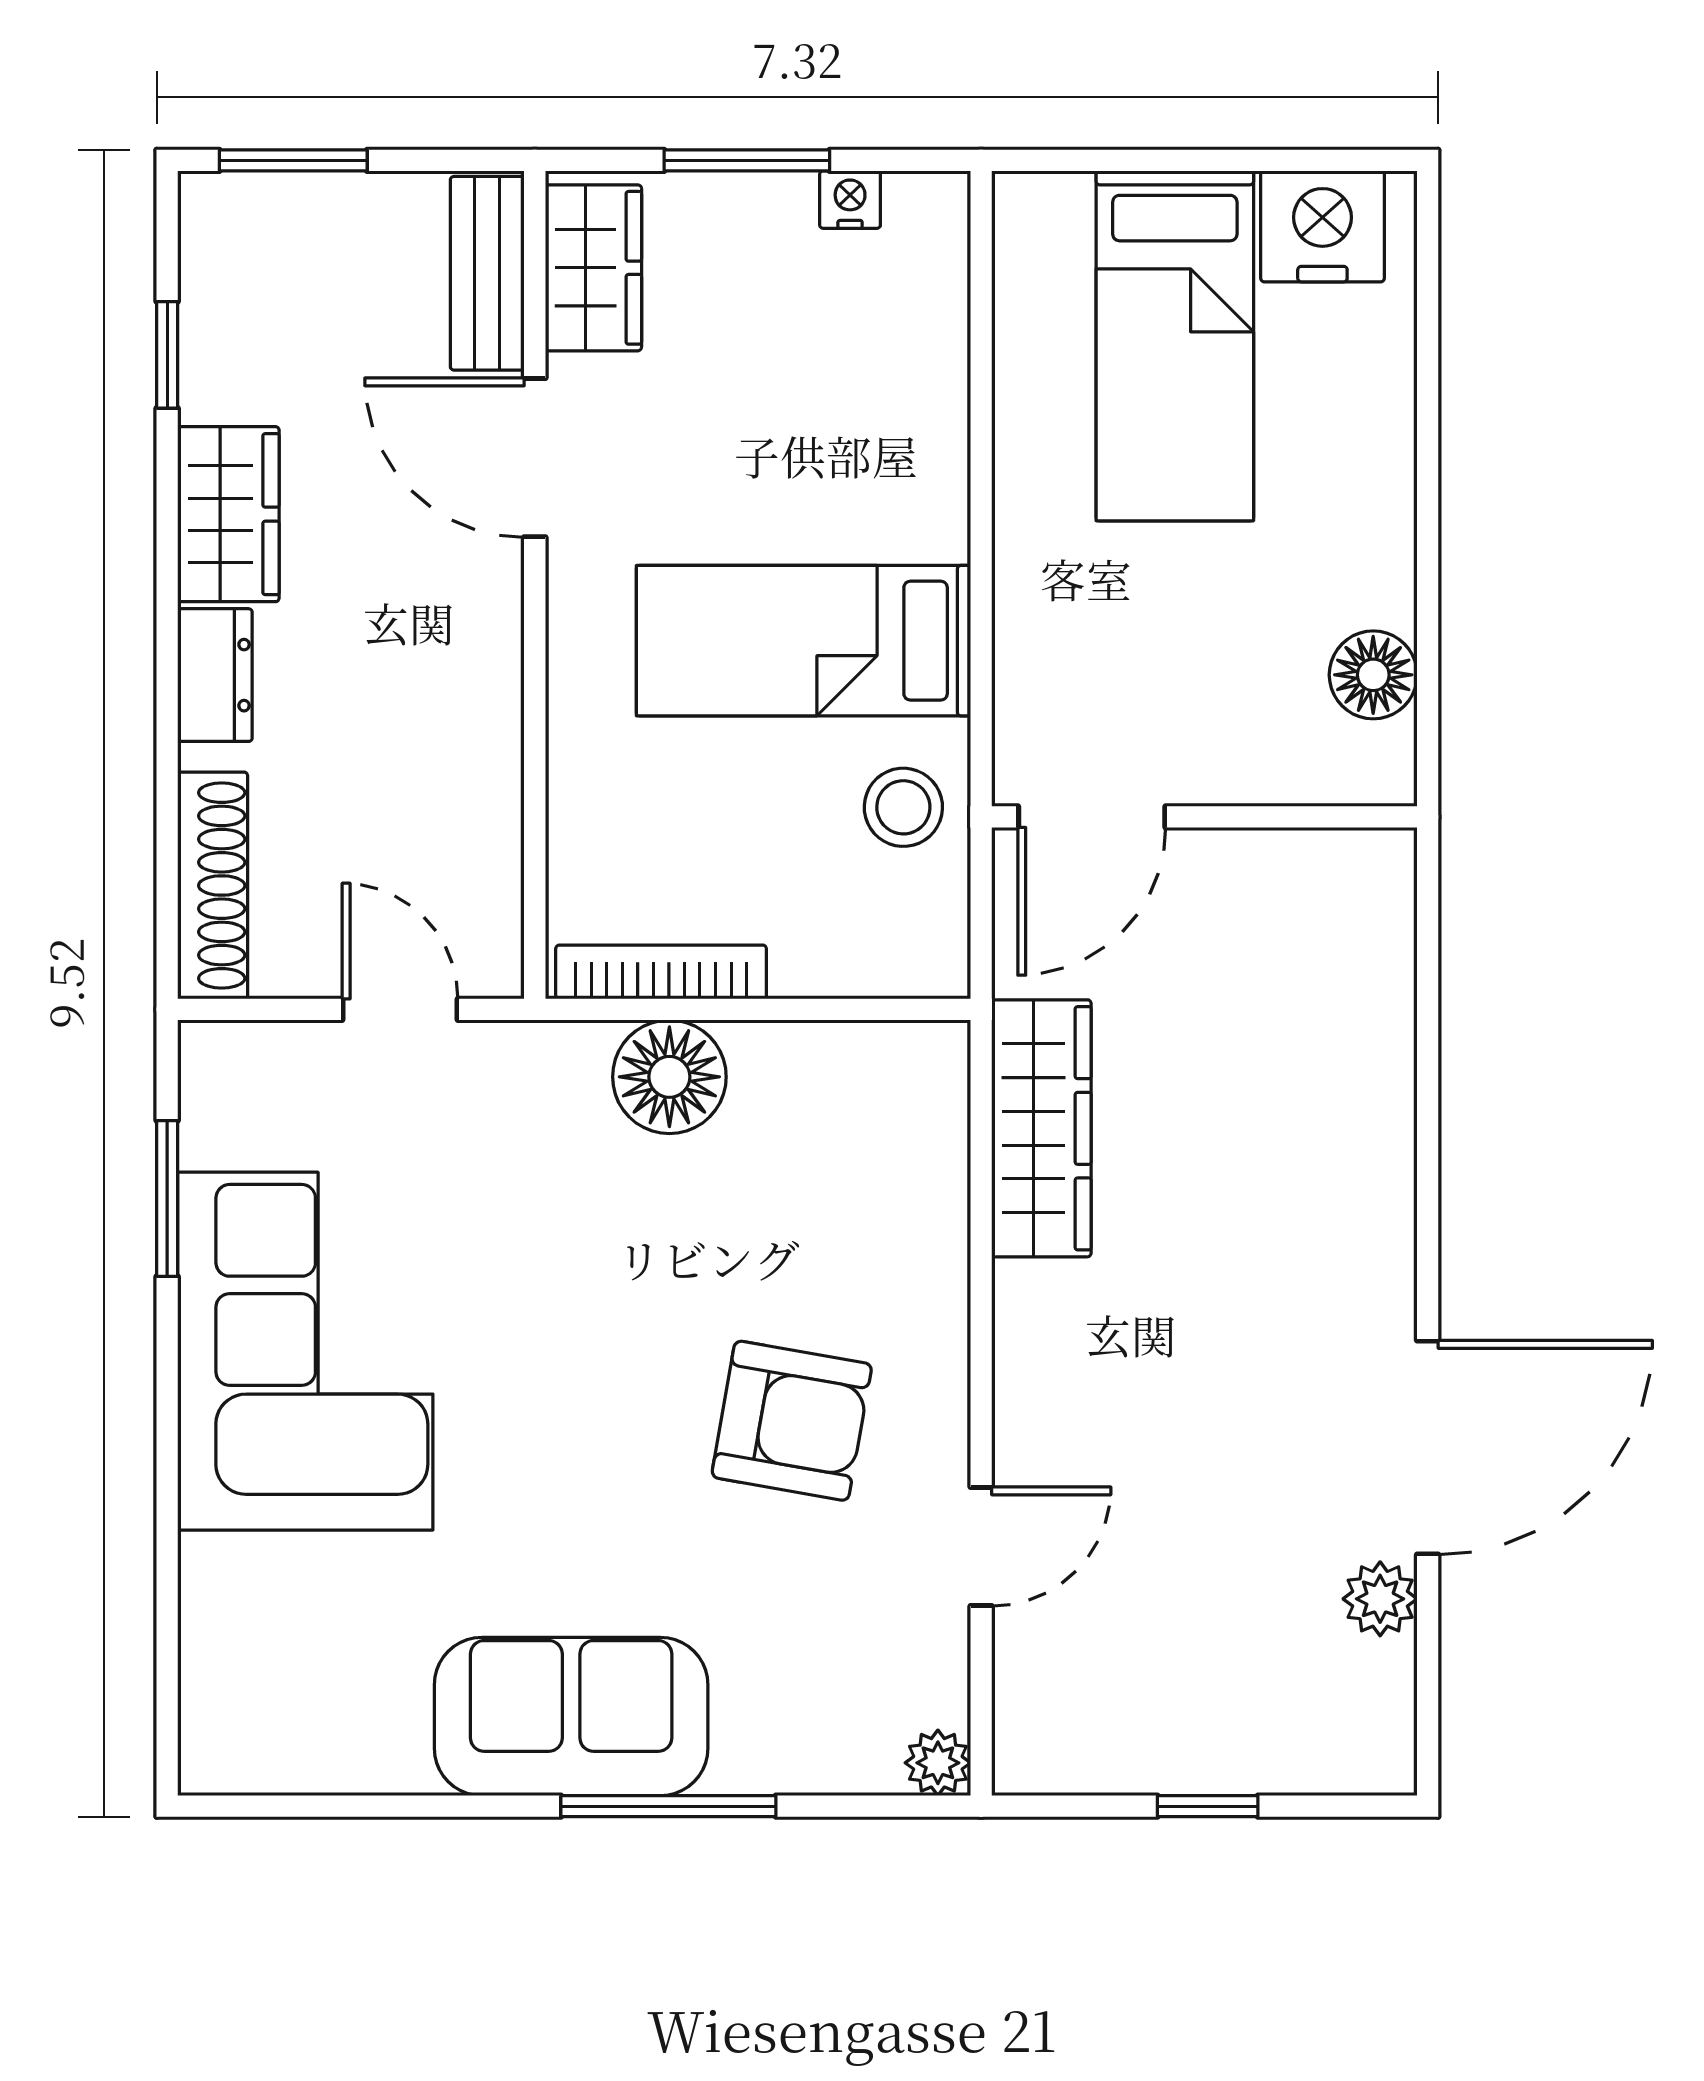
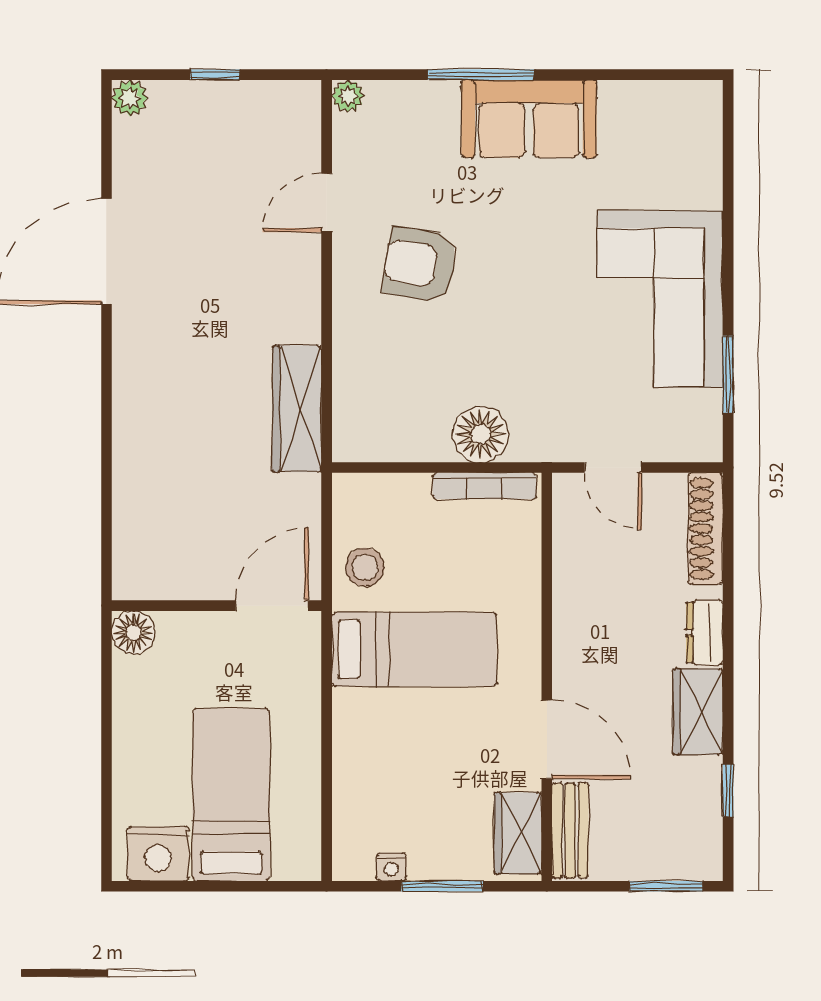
door: (1092, 817) -> (272, 606), moved
wall: (1204, 817) -> (217, 606), moved
plant: (1380, 1599) -> (130, 98), moved

